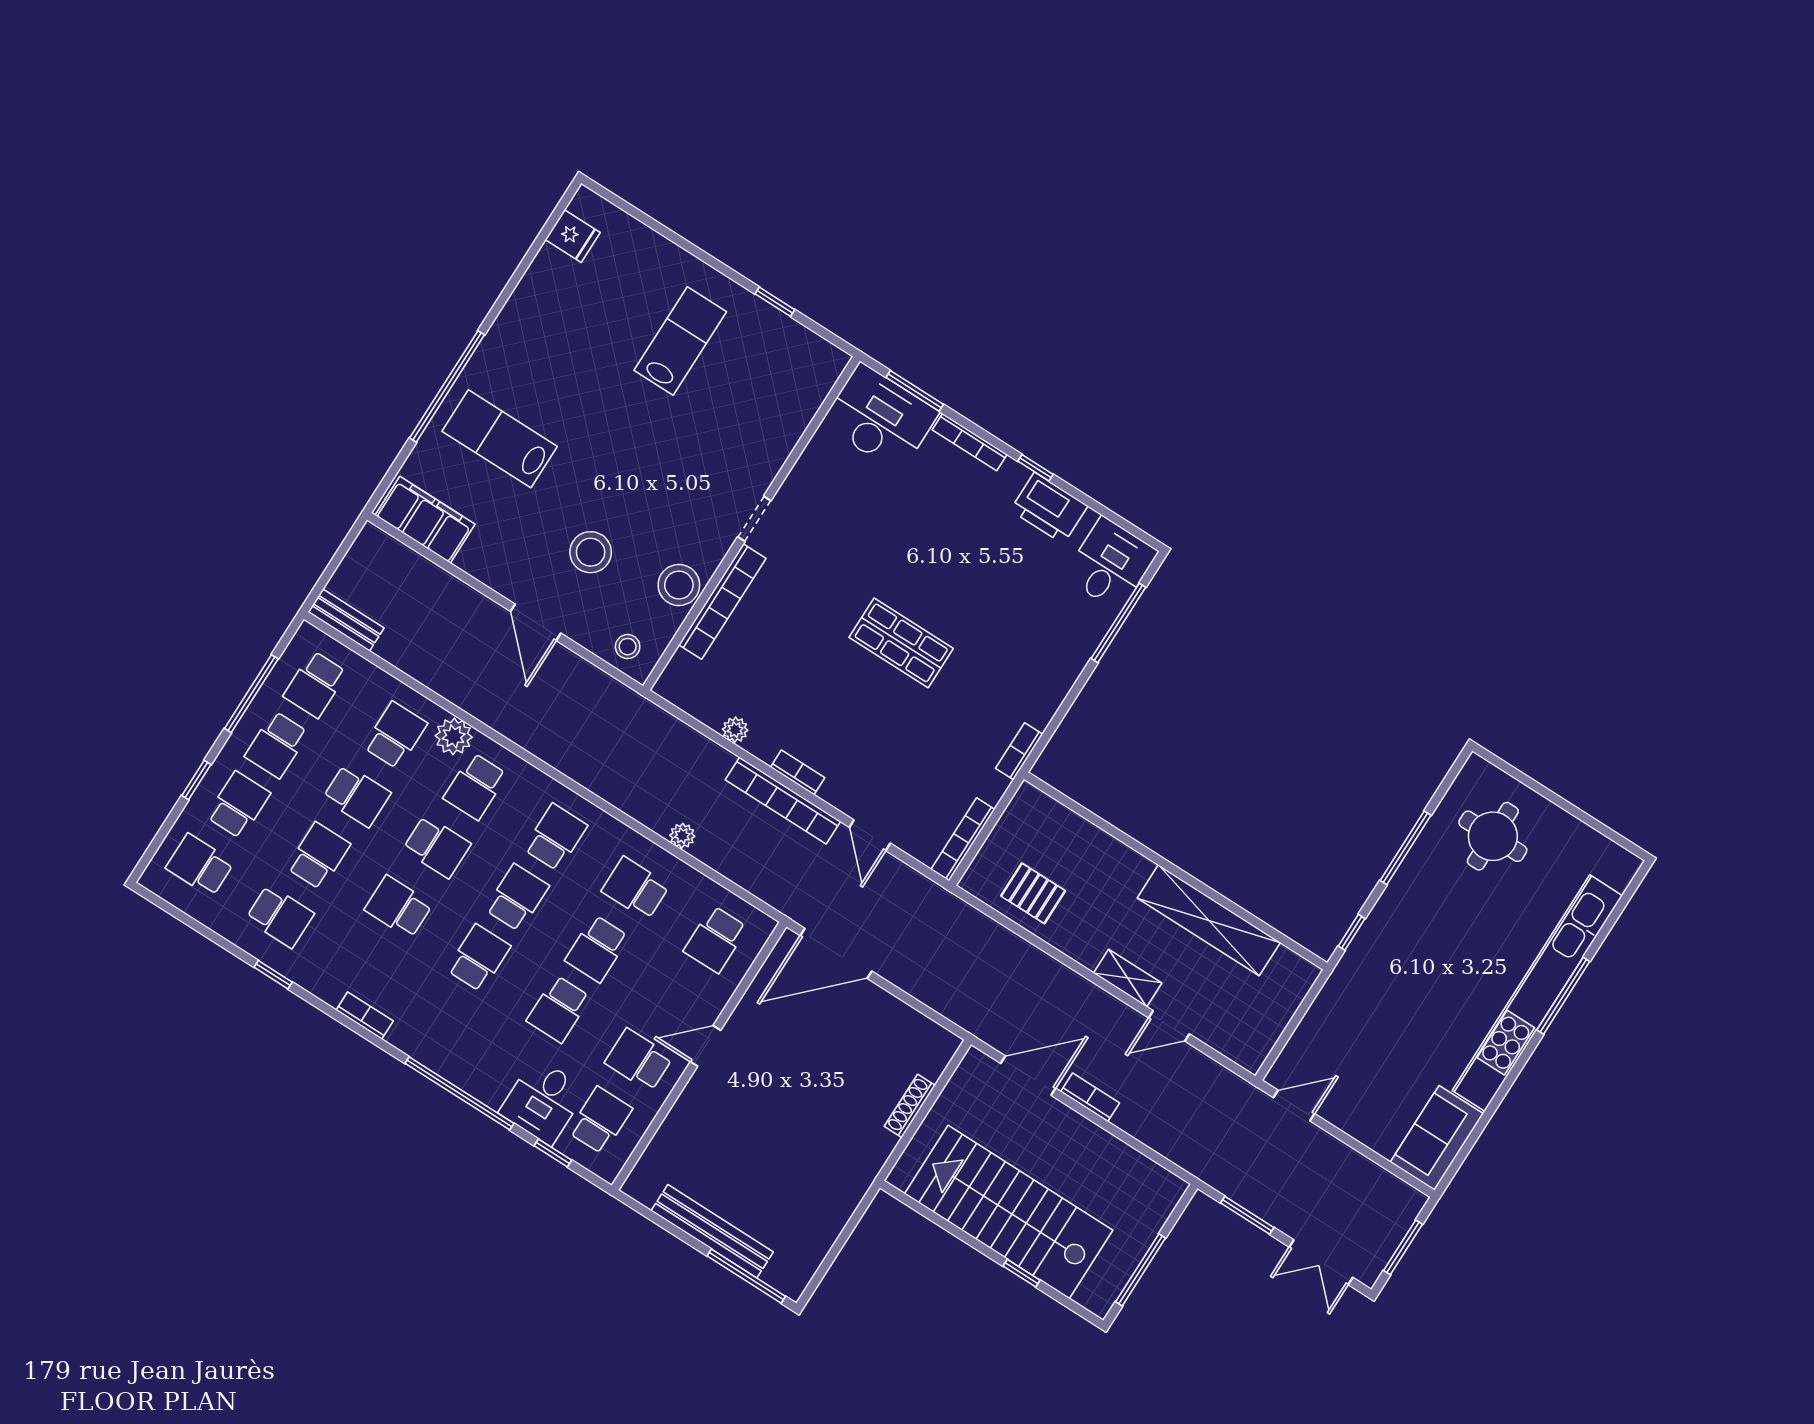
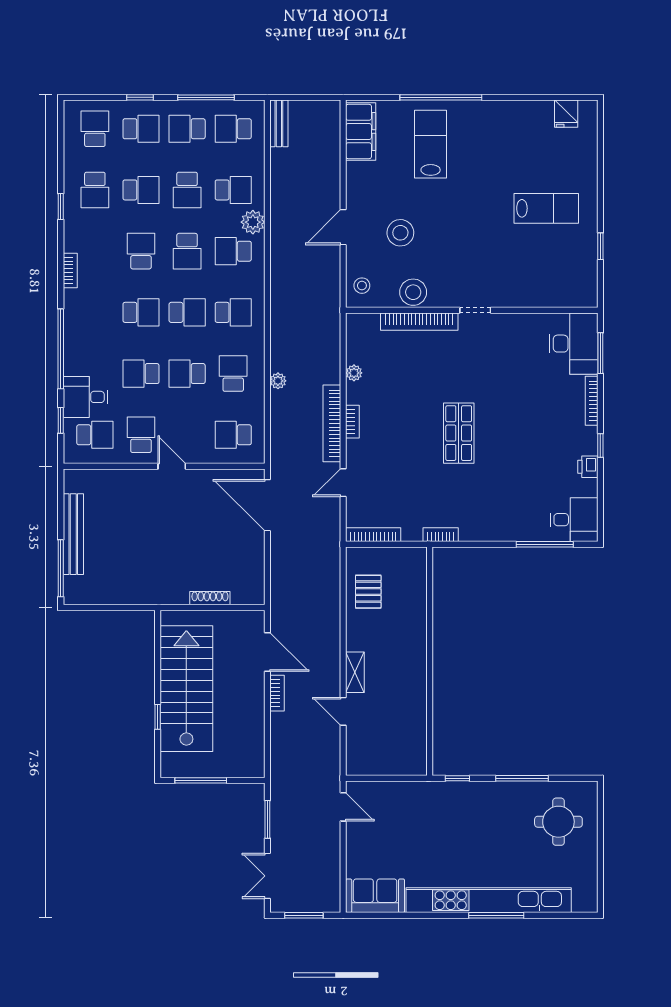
printer: (1049, 508) -> (588, 467), width x0.53, depth x0.68
shelving: (1209, 920) -> (414, 696), removed

